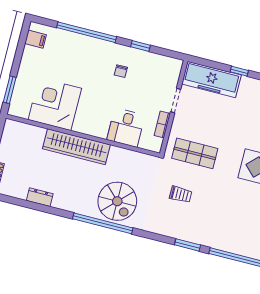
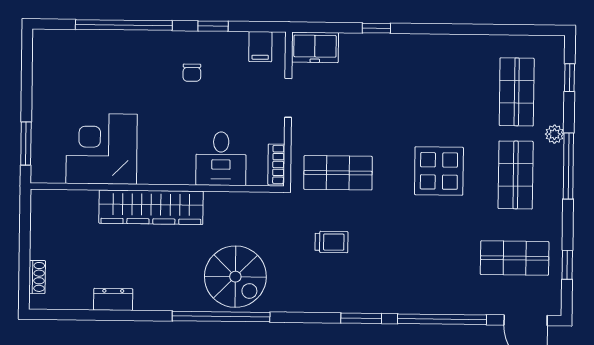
filing cabinet: (36, 39) -> (260, 47), moved, turned 90
freezer: (211, 79) -> (315, 47), width x0.52, depth x0.79
bookcase: (162, 124) -> (276, 164), moved

